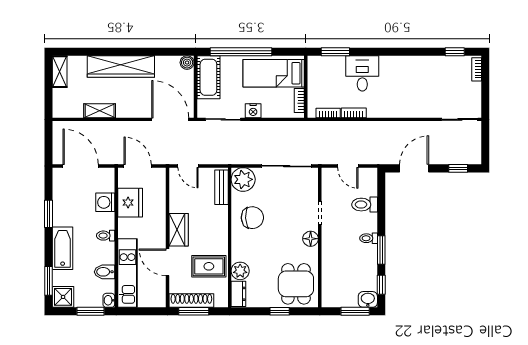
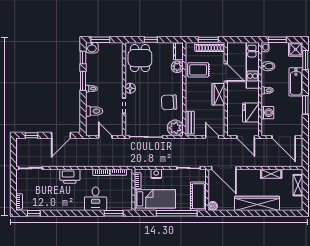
shelving: (60, 72) -> (298, 185), moved
printer: (401, 107) -> (70, 176), added
nightstand: (253, 111) -> (156, 174), moved

